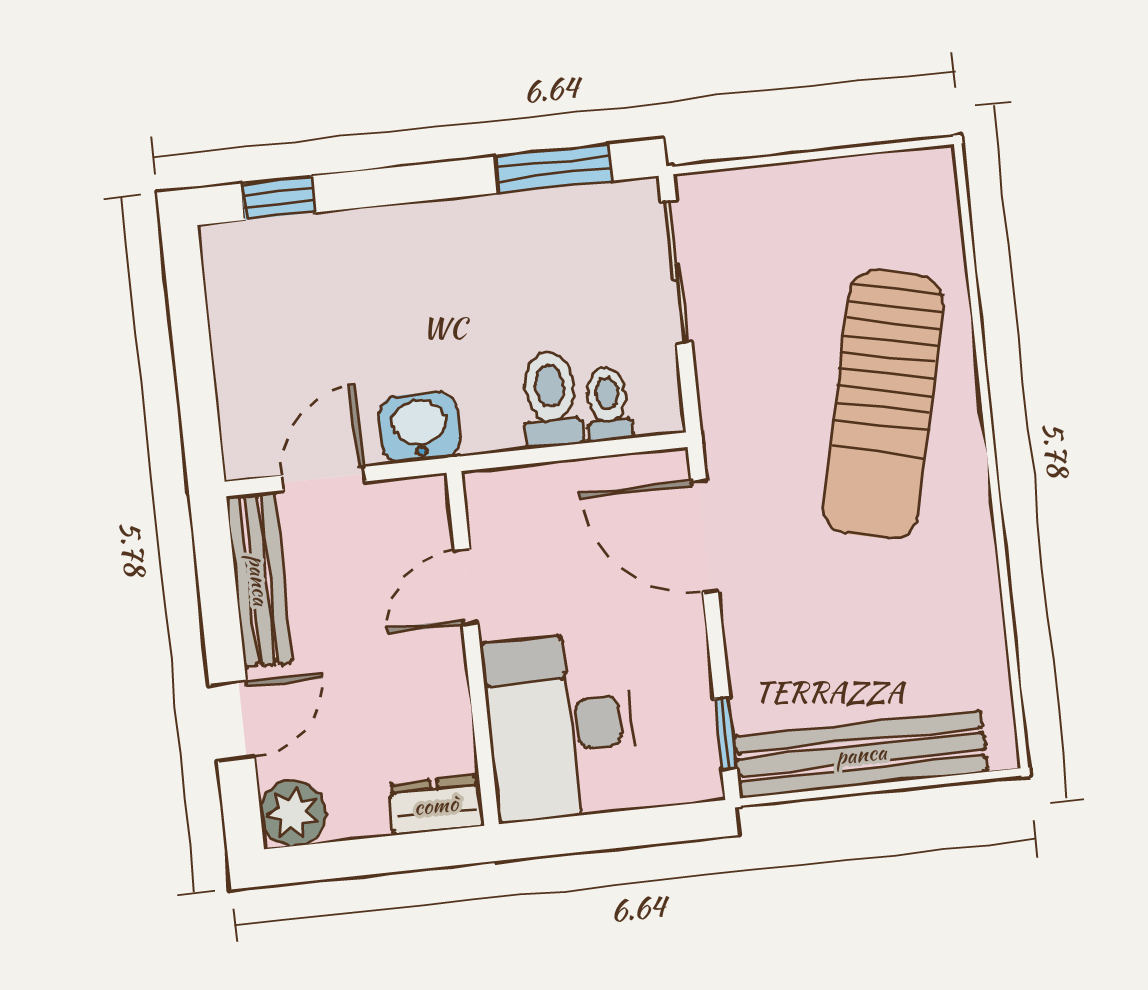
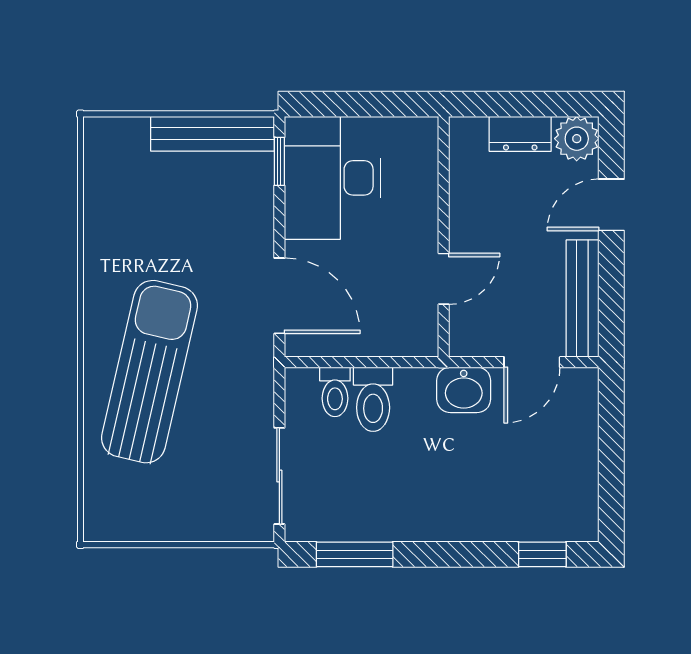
desk: (560, 726) -> (333, 178), moved, turned 180
bench: (861, 754) -> (212, 134), width x0.73, depth x0.82
dresser: (436, 805) -> (520, 134), moved

